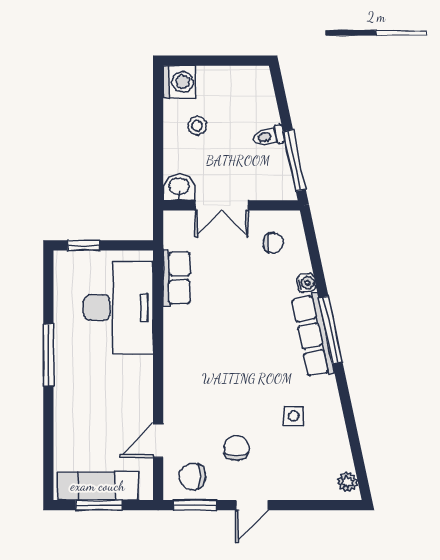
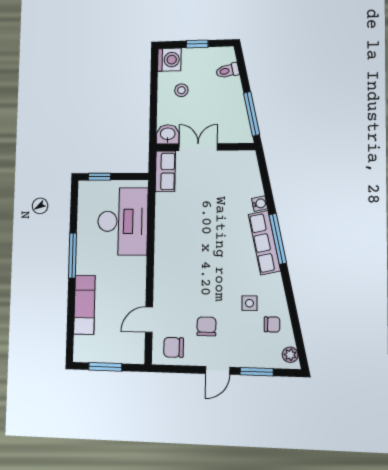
window: (218, 61) -> (197, 44), added
toilet: (269, 136) -> (228, 71), moved
double door: (222, 205) -> (198, 147), swing flipped
chair: (273, 243) -> (272, 324), moved
row of seats: (177, 278) -> (165, 171), moved
exam couch: (98, 486) -> (84, 305), moved, turned 90
window: (195, 505) -> (257, 372), moved

